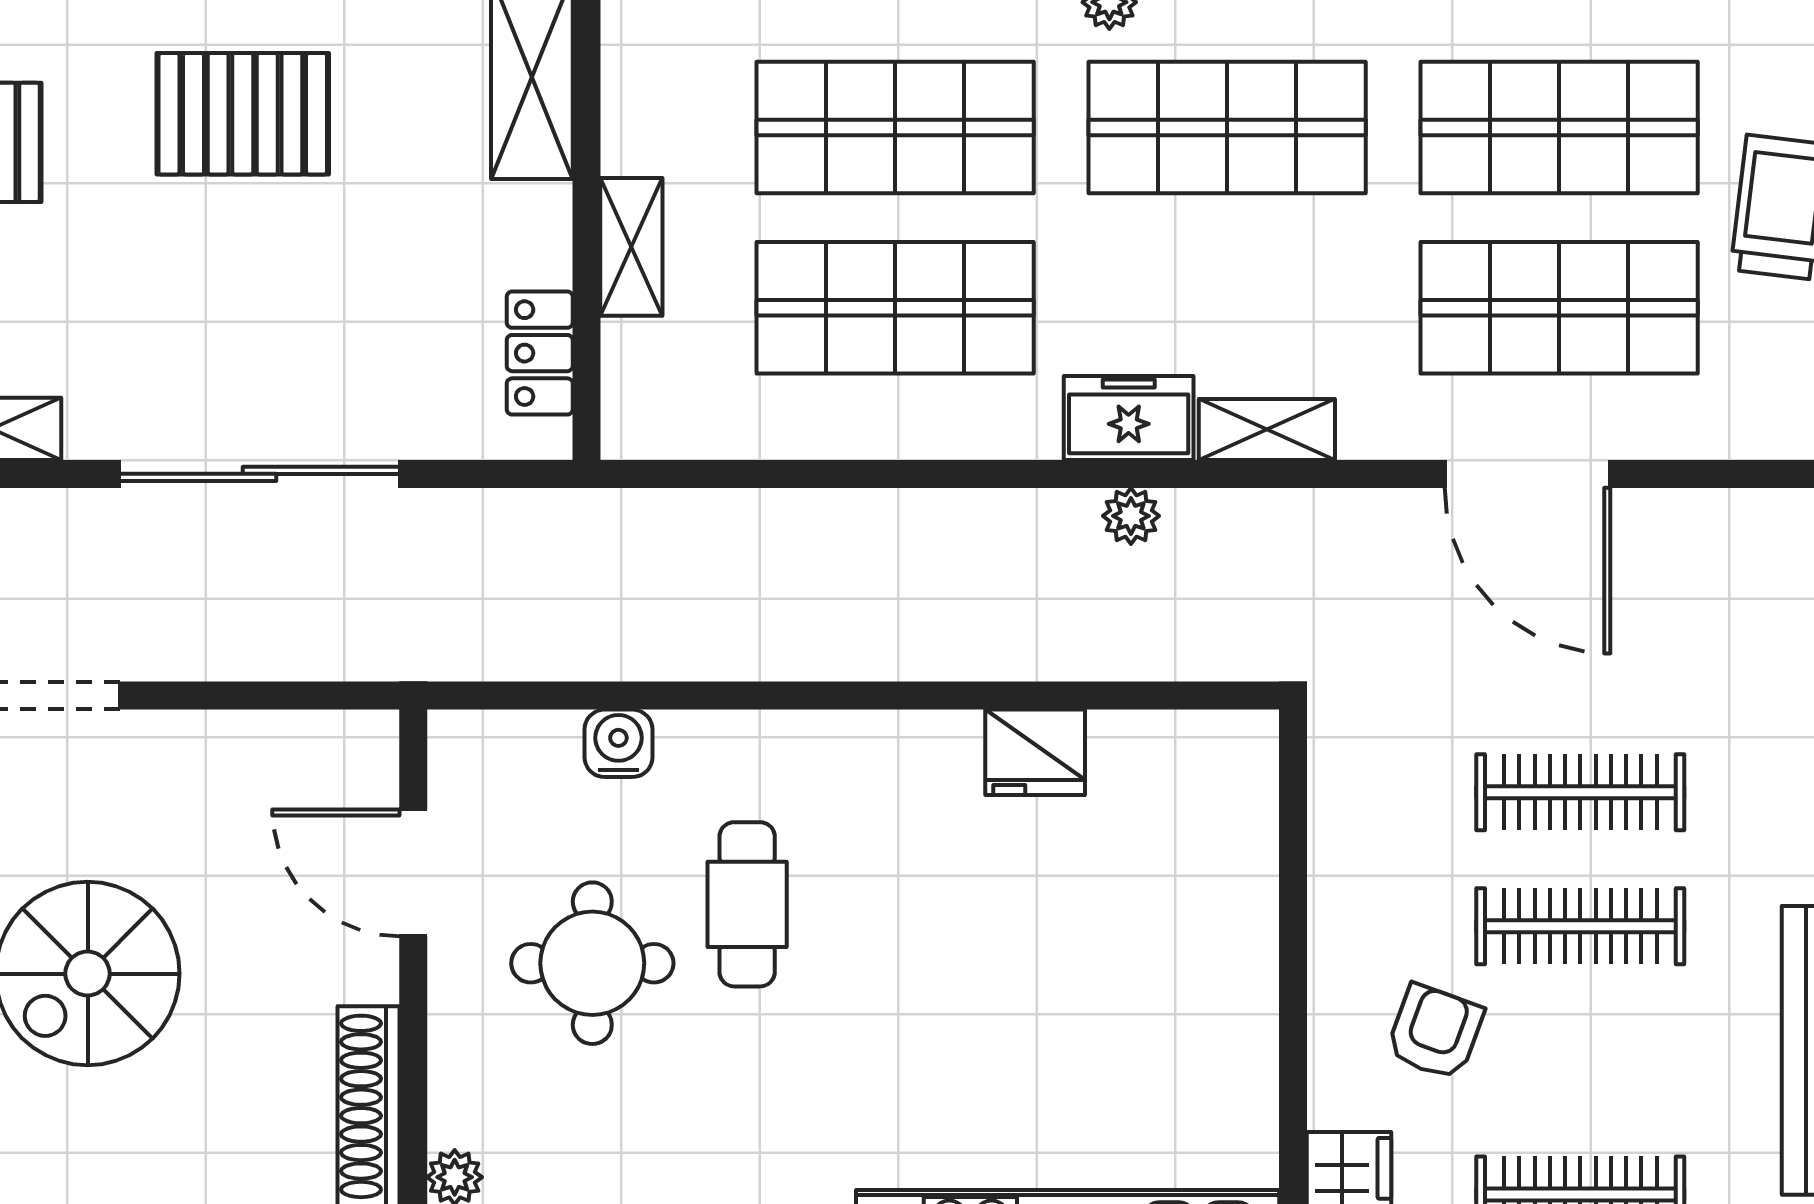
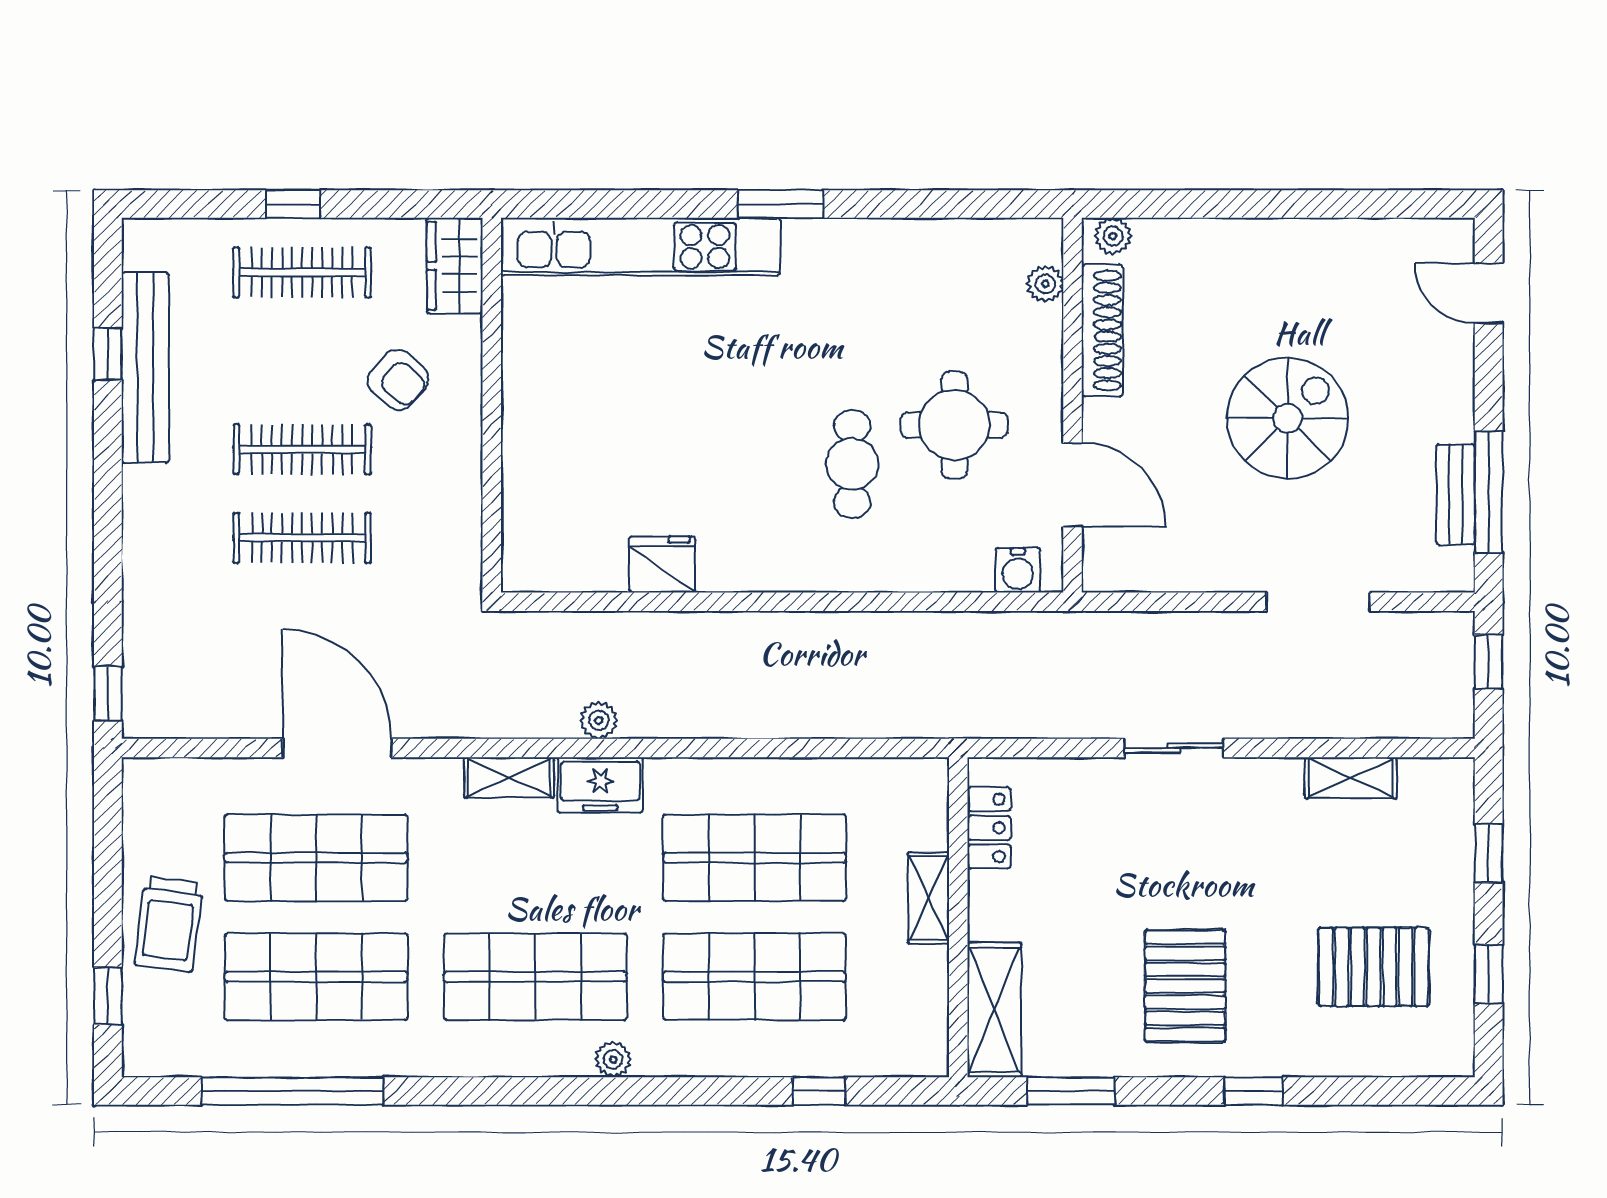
pallet: (243, 114) -> (1185, 986), turned 90
sliding door: (260, 474) -> (1174, 748), width x0.54
water cooler: (618, 743) -> (1018, 570), moved
armchair: (1435, 1032) -> (398, 380), turned -69

